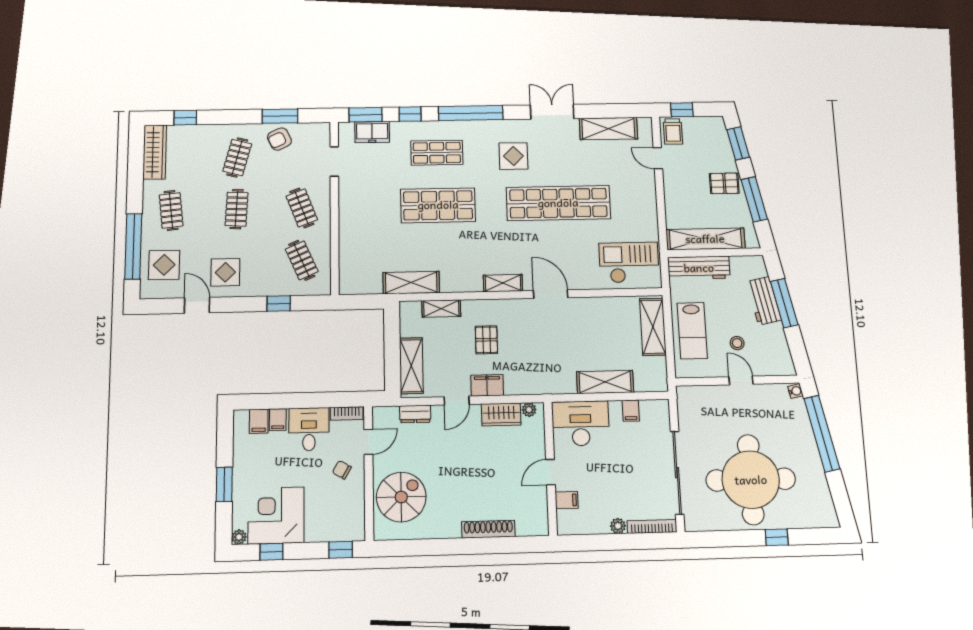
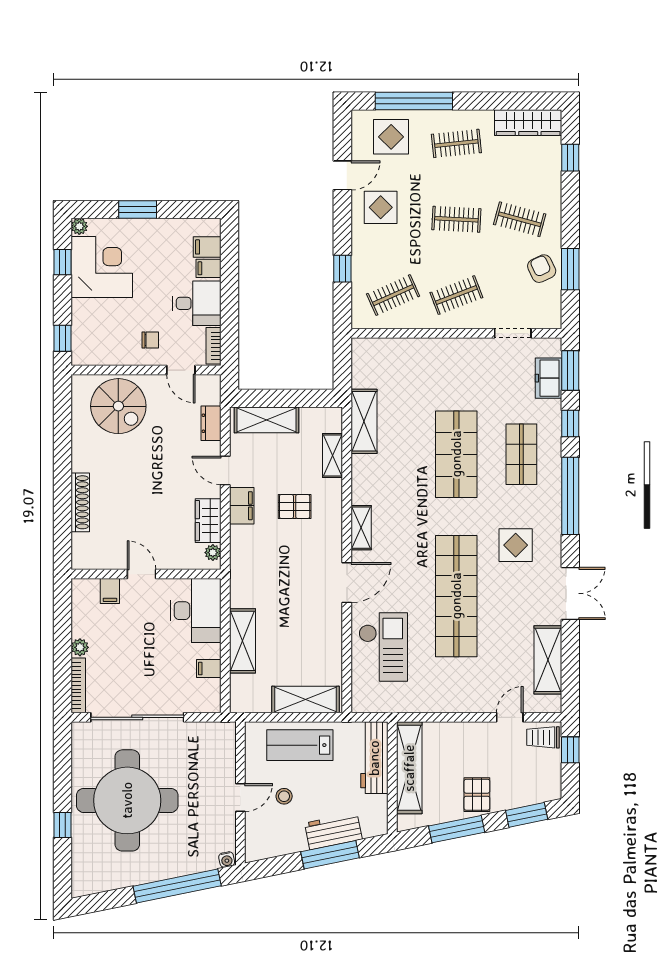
checkout: (629, 262) -> (383, 647), moved
chair: (342, 470) -> (150, 340), turned 60

